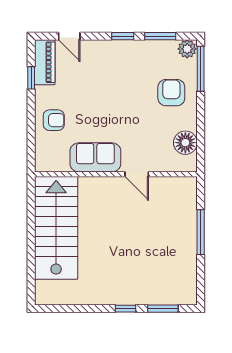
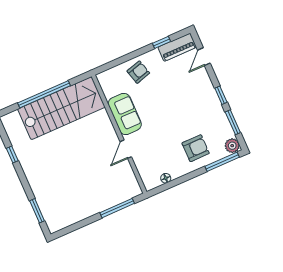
armchair: (54, 120) -> (138, 72), turned -106
floor lamp: (185, 143) -> (166, 178), width x0.53, depth x0.53
window: (201, 232) -> (117, 208), moved
window: (31, 241) -> (44, 94), added
window: (126, 309) -> (12, 154), moved

